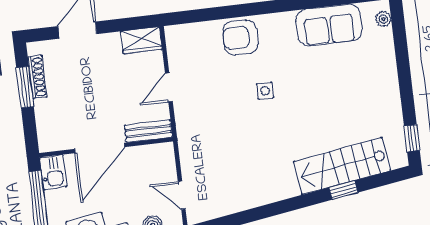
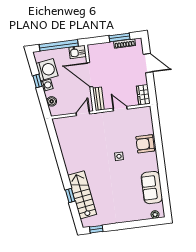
armchair: (240, 37) -> (145, 144), turned -90
door: (182, 195) -> (83, 113), moved

